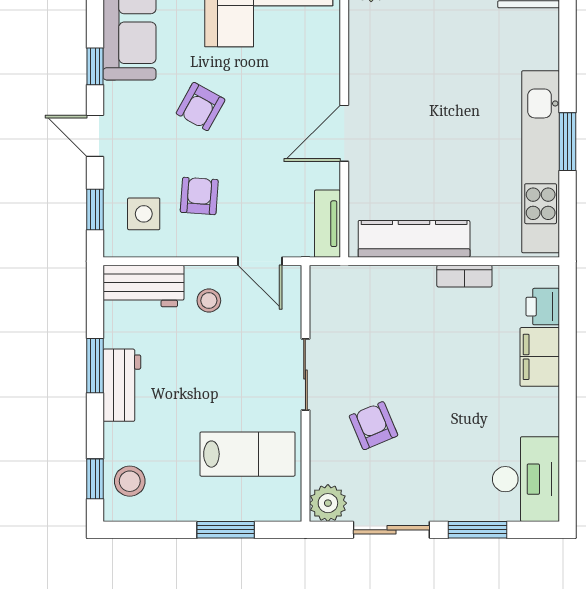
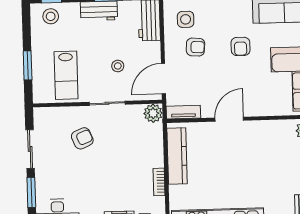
armchair: (201, 107) -> (241, 46), turned -119
door: (344, 133) -> (229, 119), hinge flipped
door: (260, 261) -> (163, 79), width x1.38
stool: (209, 301) -> (118, 66), moved
plant: (328, 503) -> (153, 113), moved

